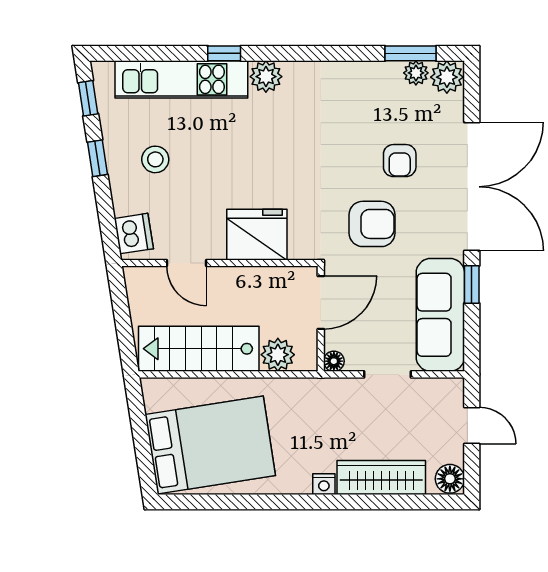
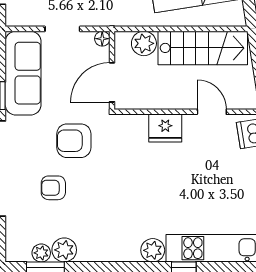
plant: (447, 77) -> (64, 250), moved
stool: (155, 159) -> (235, 189), removed
armchair: (400, 161) -> (53, 188), turned -90
fridge: (257, 235) -> (165, 128), width x0.73, depth x0.75

